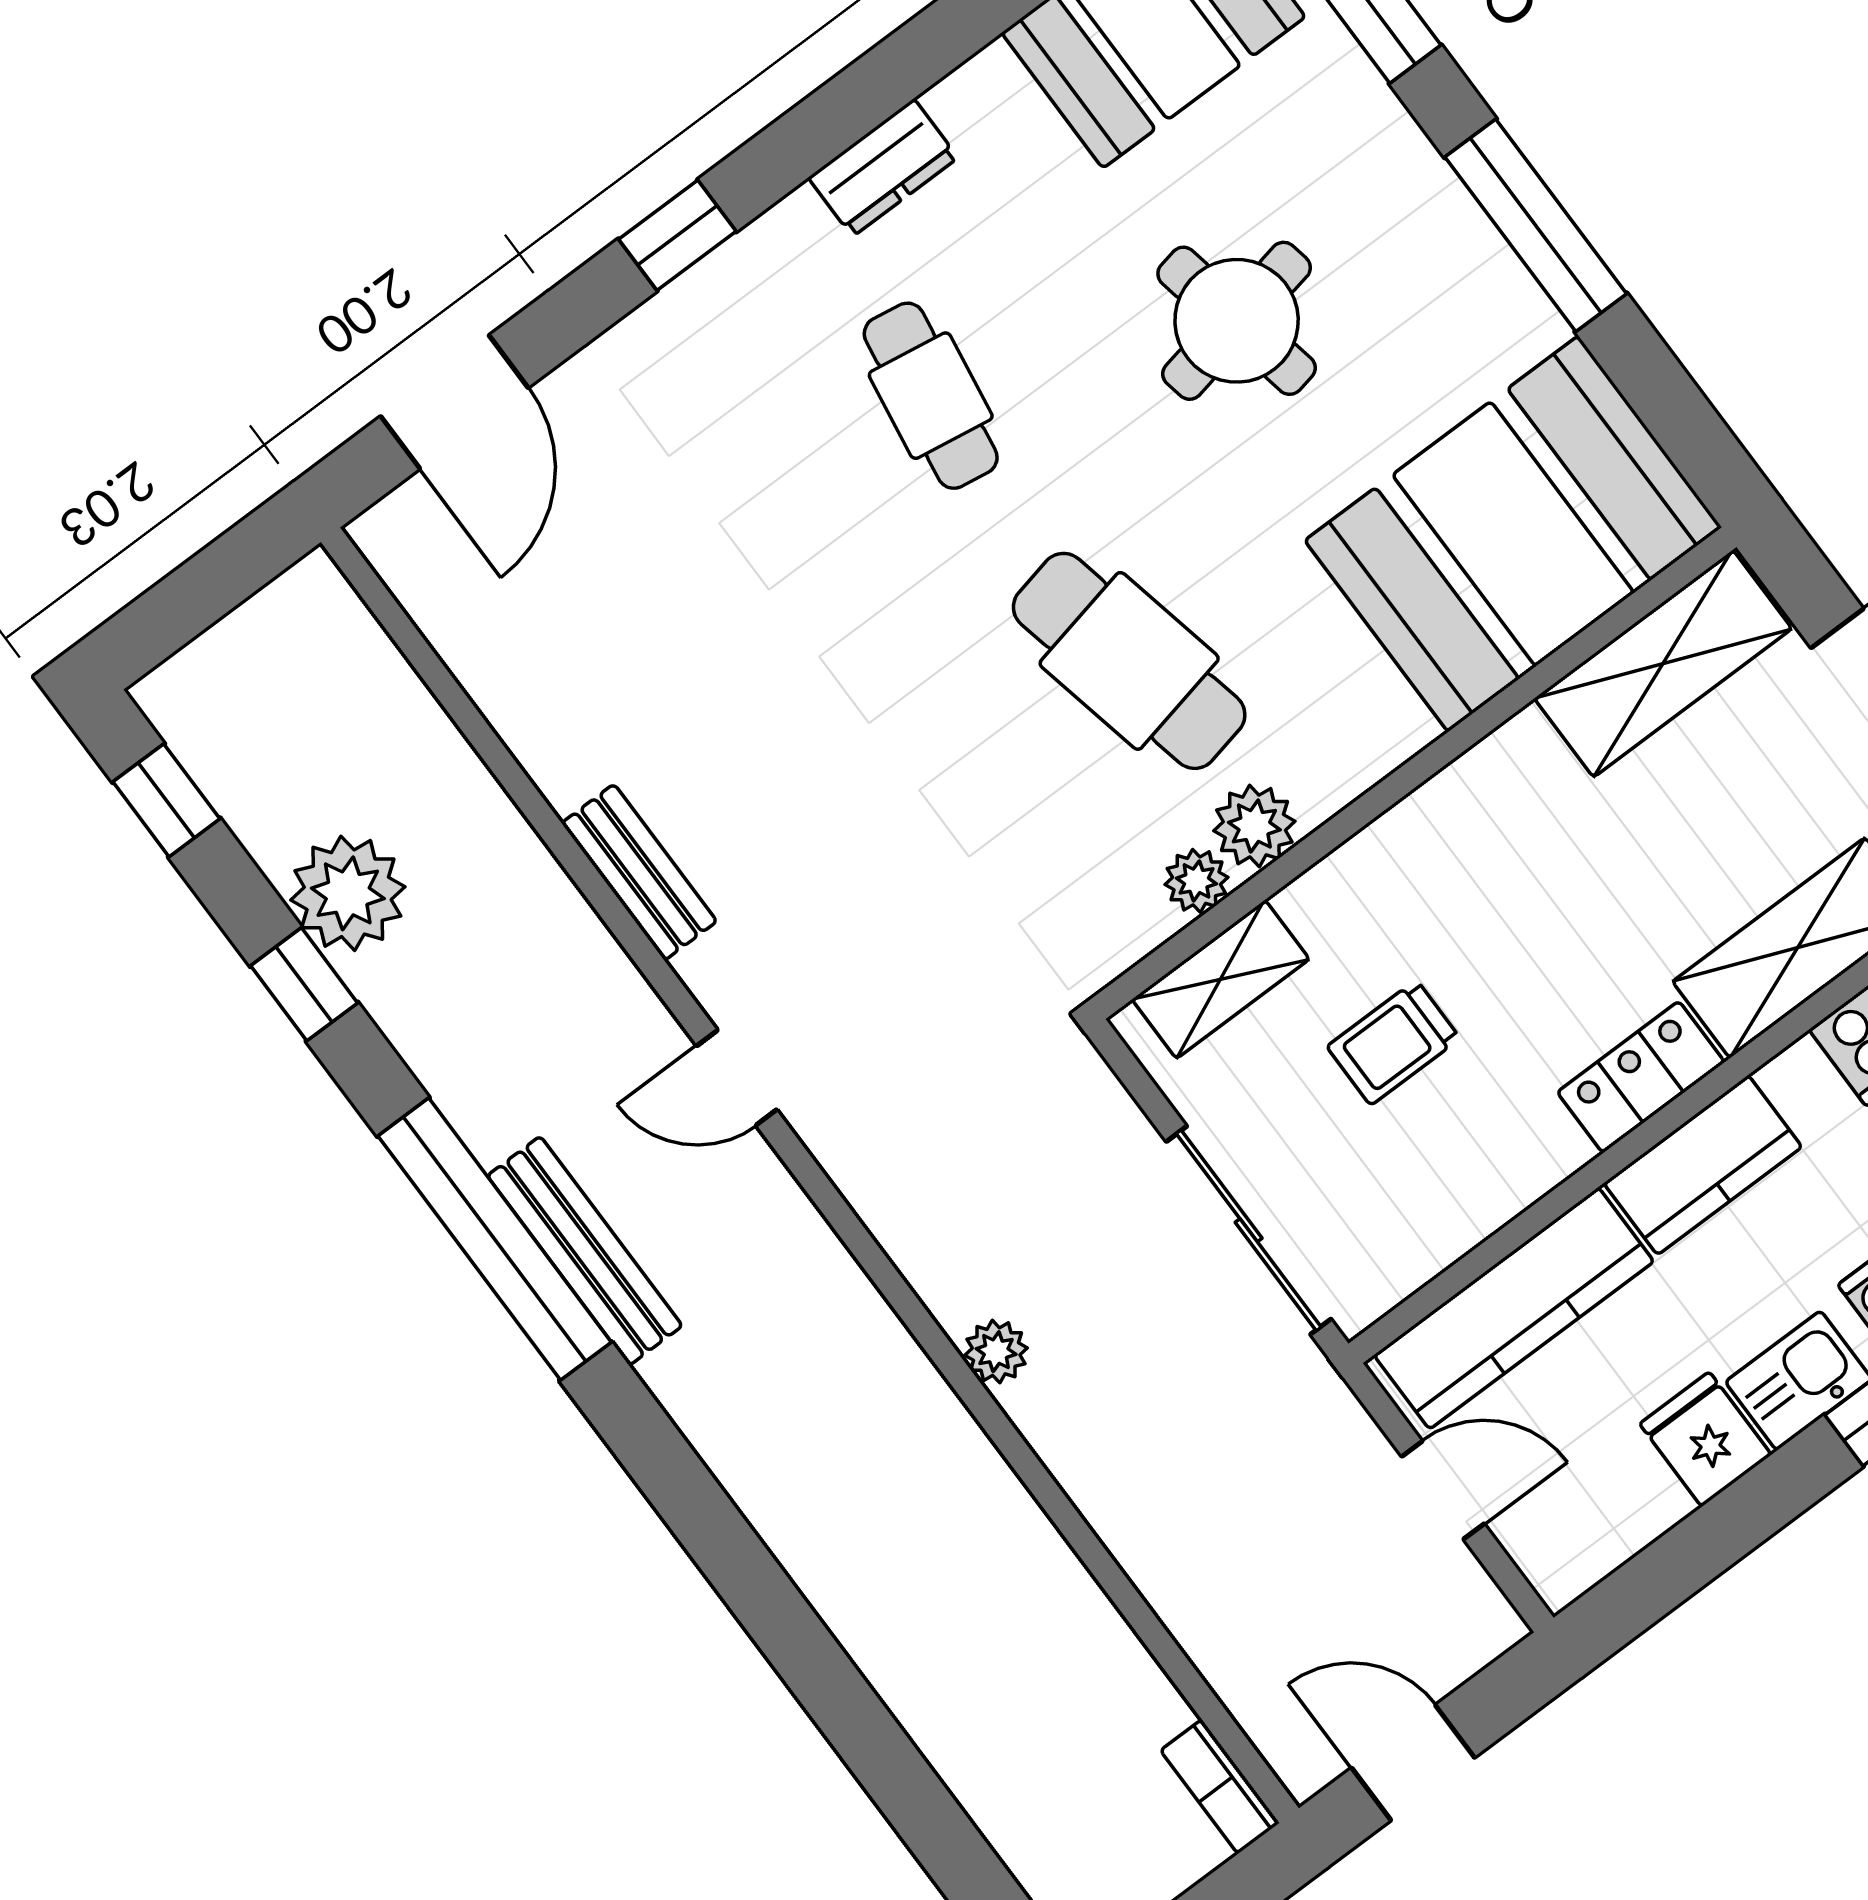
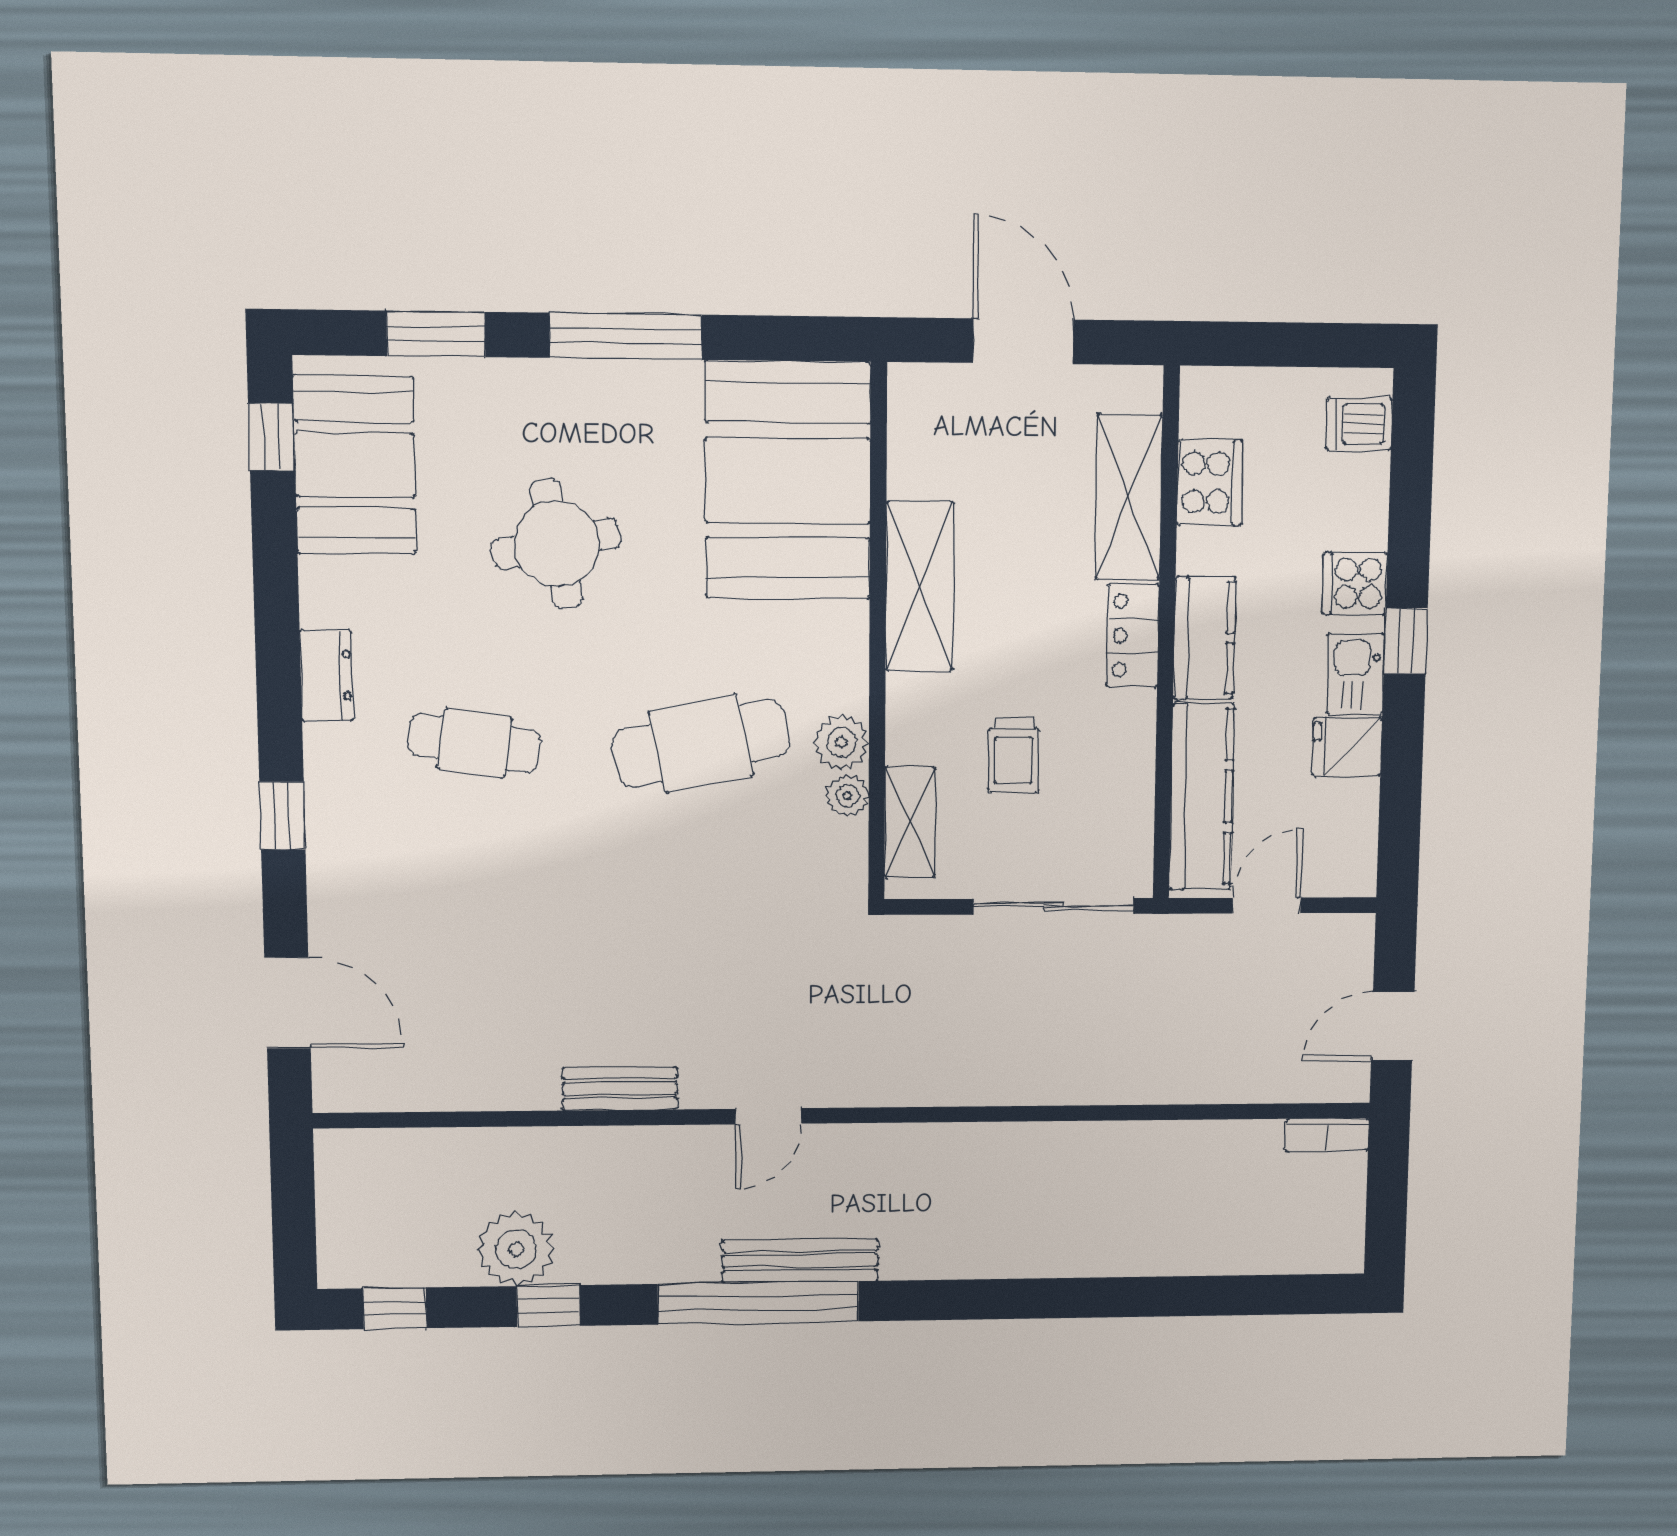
shelving: (1663, 663) -> (920, 586), moved
plant: (996, 1352) -> (1016, 1086), removed

